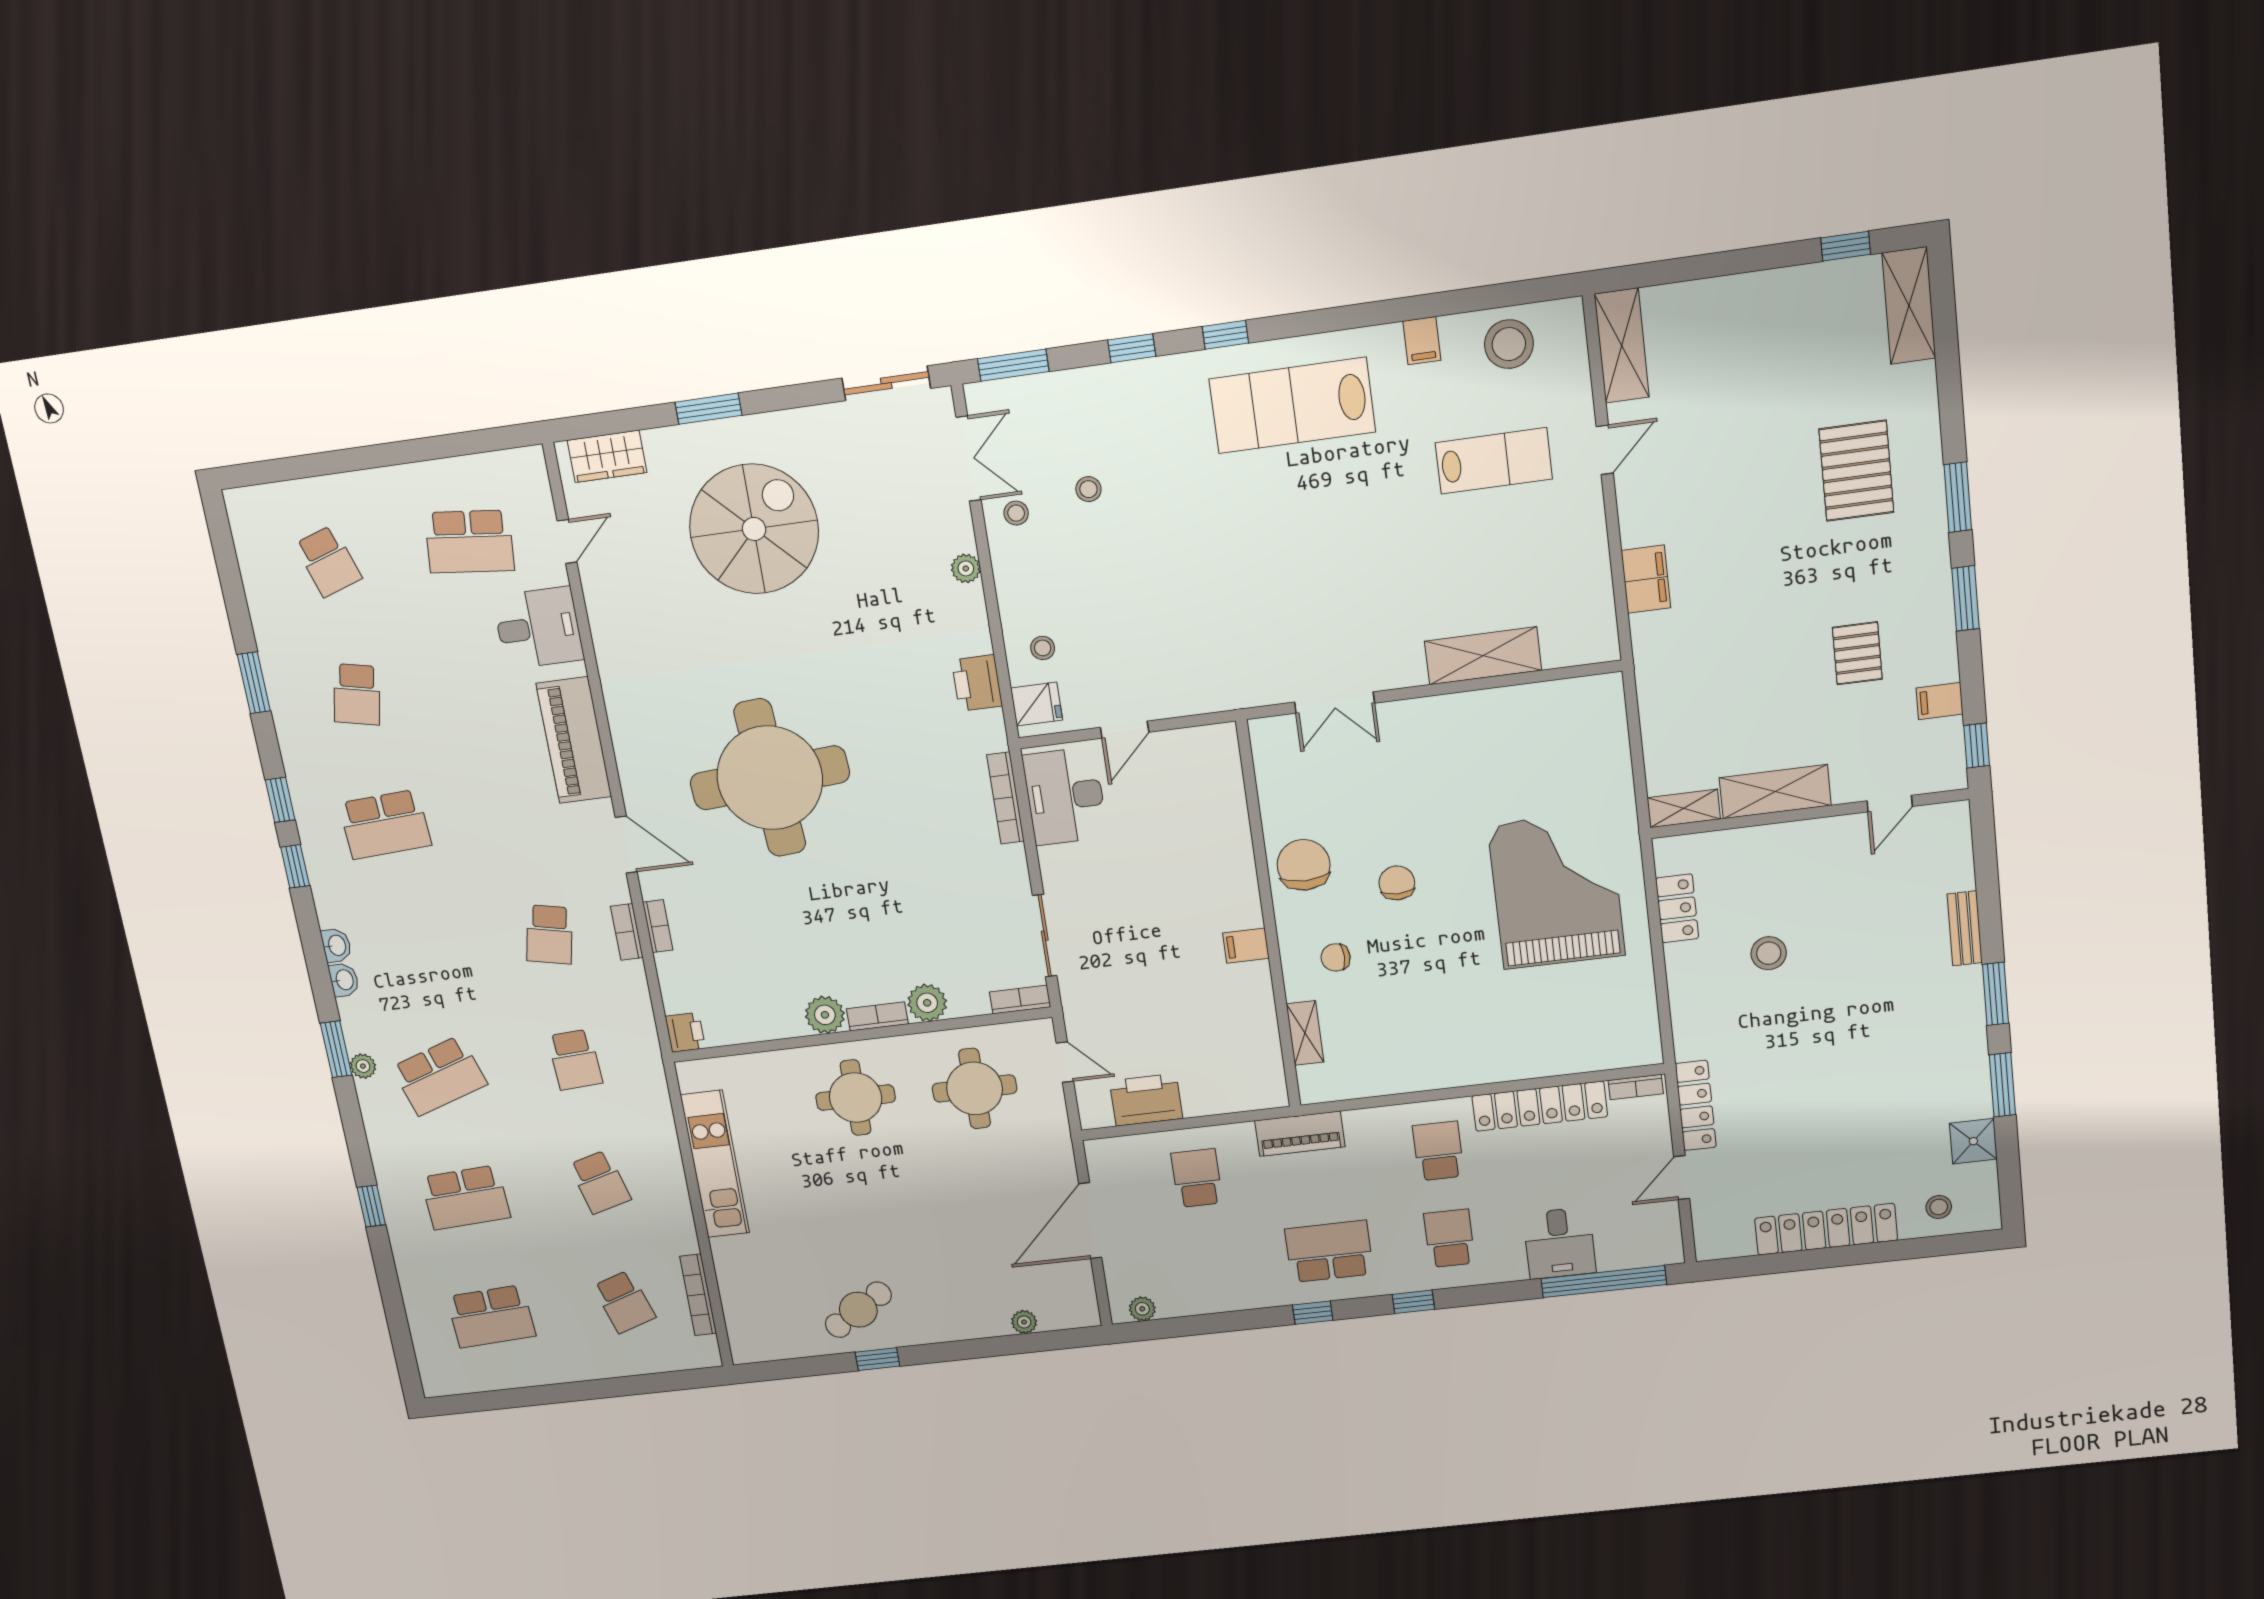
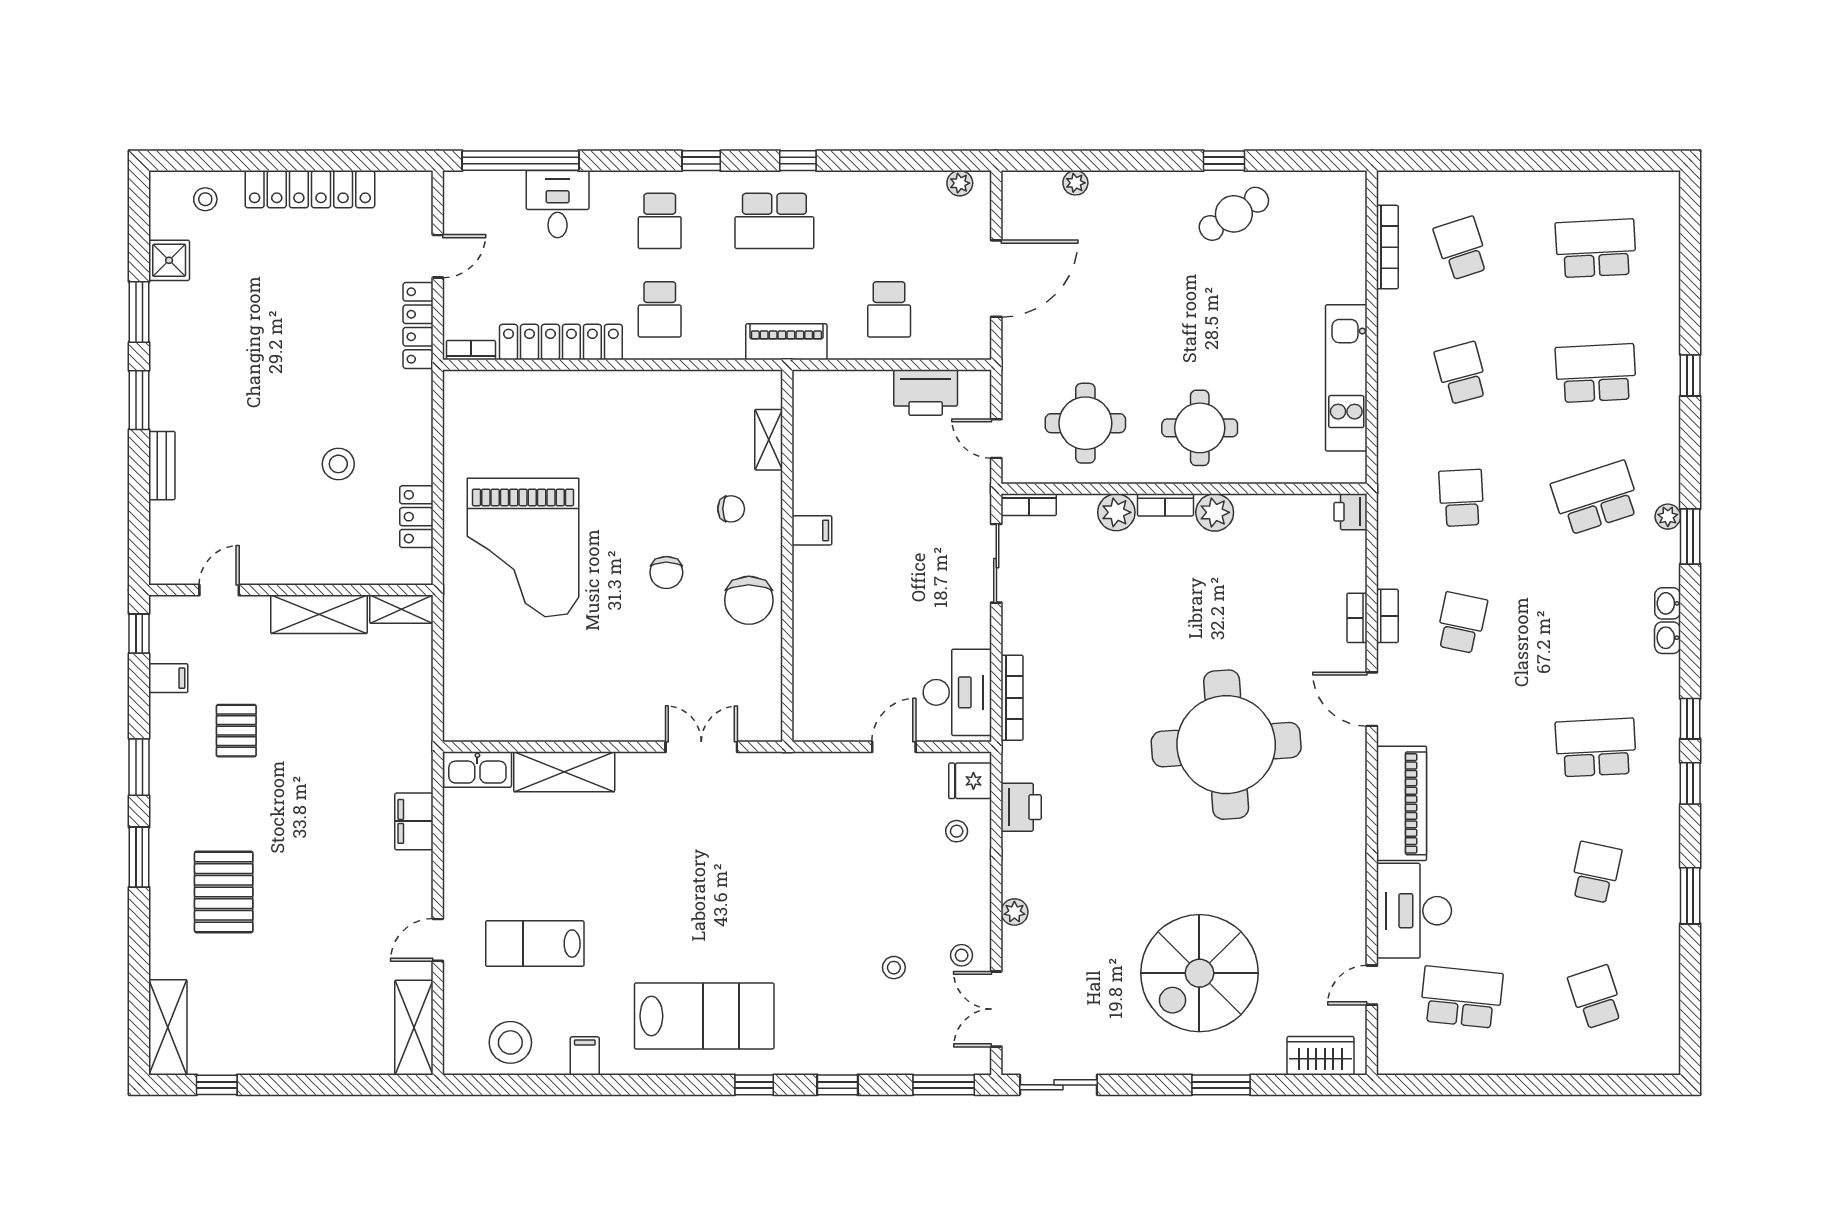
desk: (538, 628) -> (1414, 911), width x1.37
kitchen sink: (1580, 646) -> (477, 770), added

